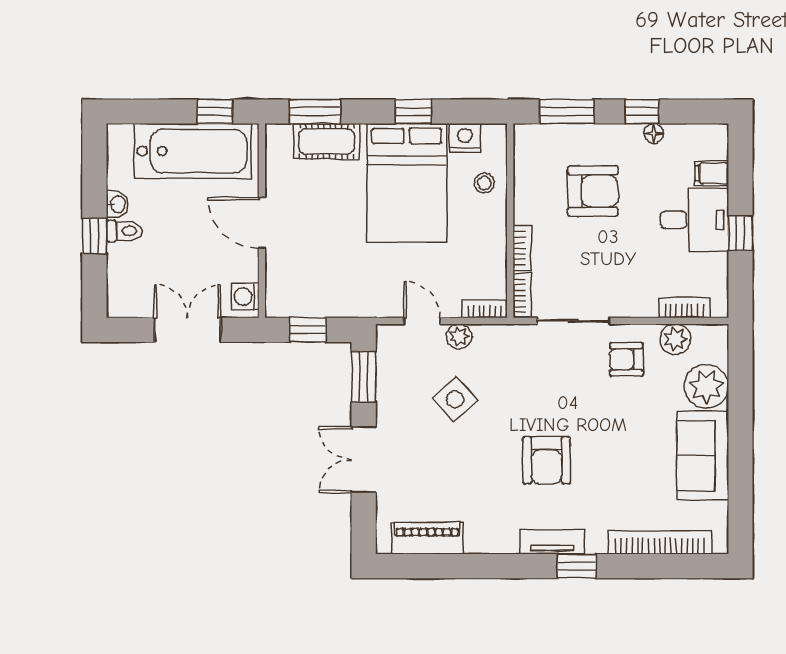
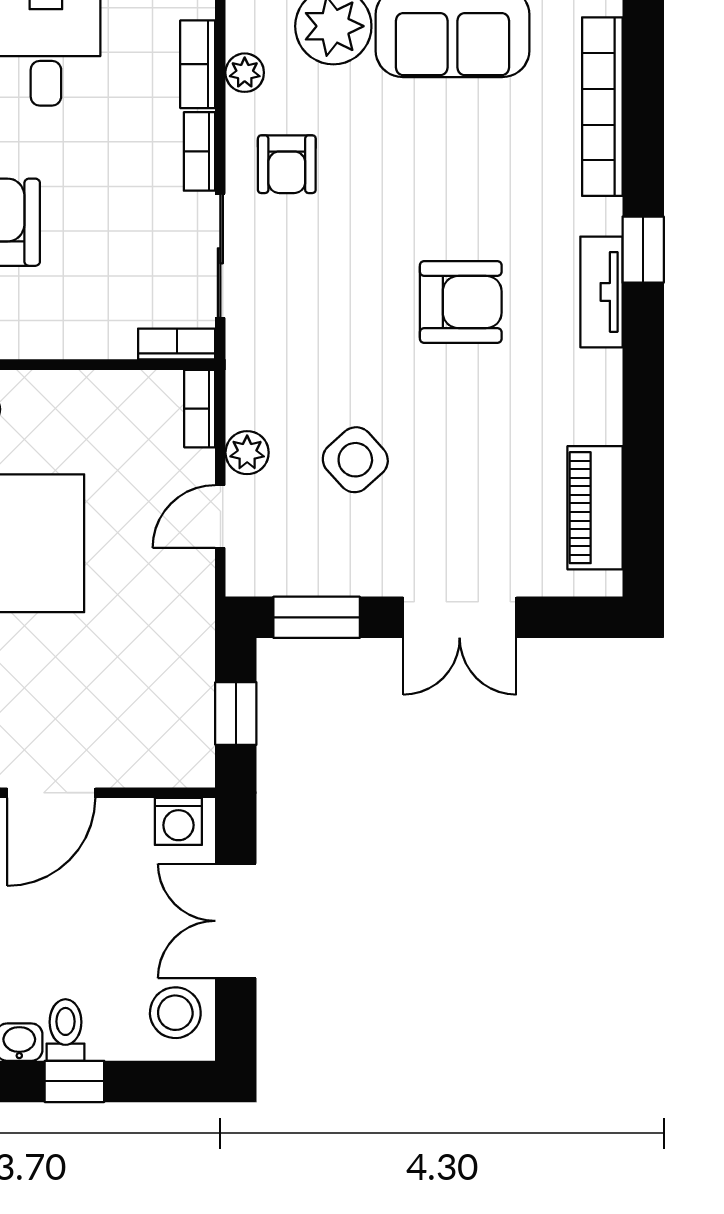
bookcase: (522, 248) -> (199, 151), moved, turned -90
stool: (134, 295) -> (175, 1013), added
plant: (675, 339) -> (245, 73), width x0.73, depth x0.73

